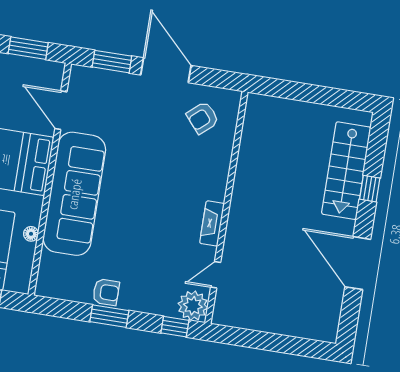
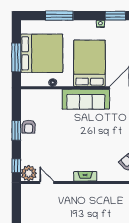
sofa: (74, 194) -> (86, 99), width x0.74, depth x0.79
fireplace: (212, 223) -> (85, 176), moved

